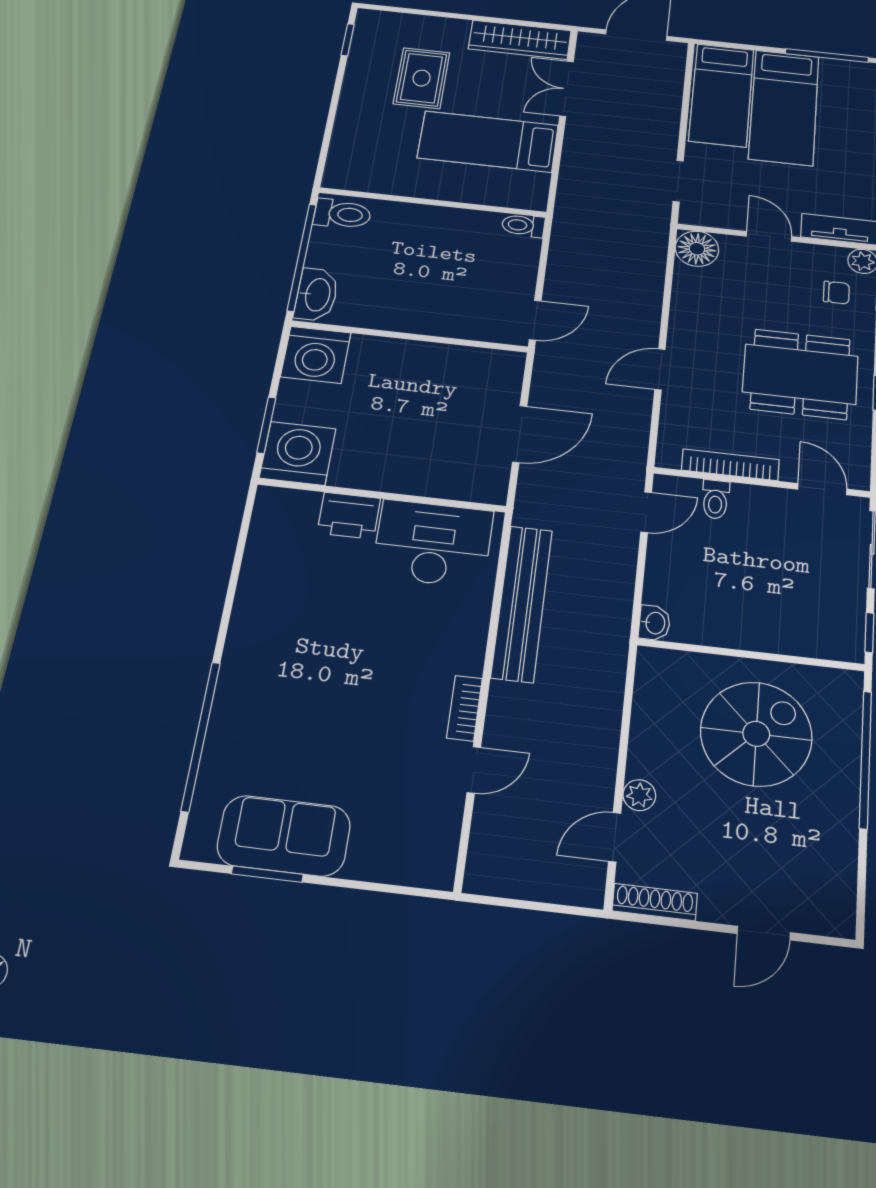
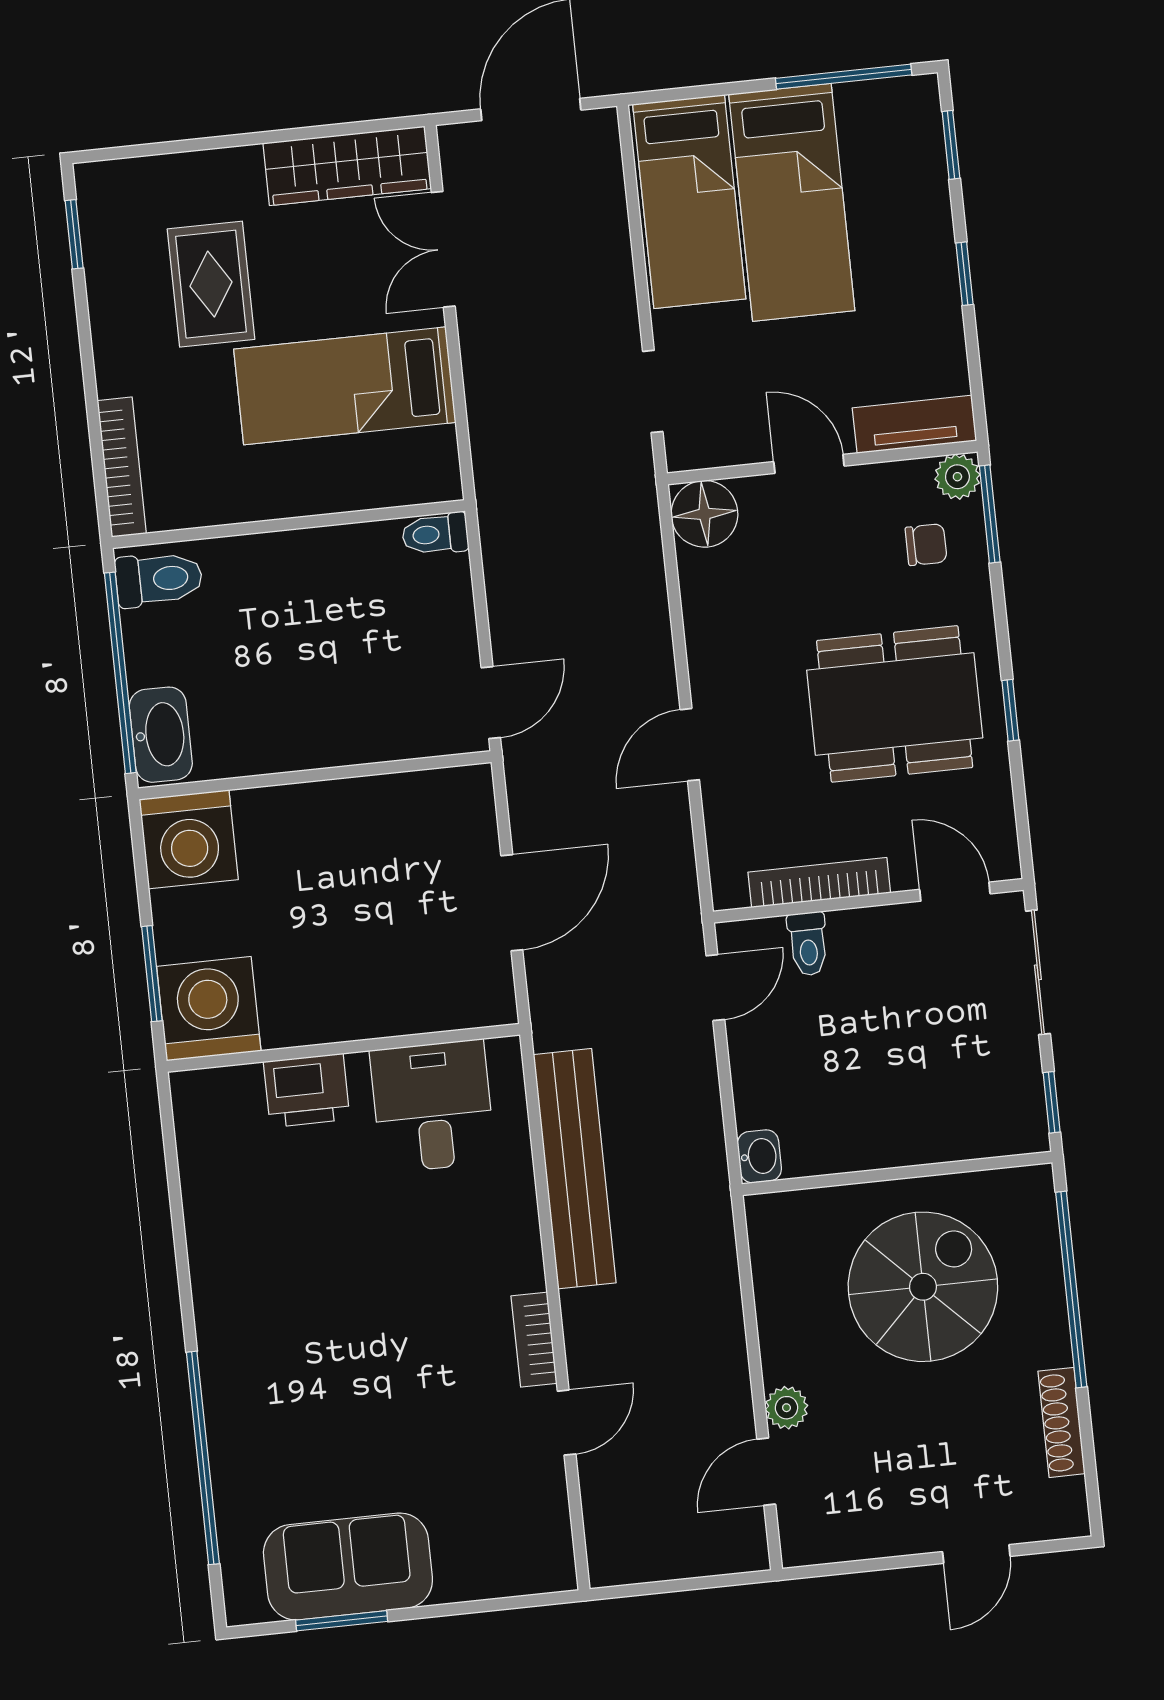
bookcase: (338, 154) -> (122, 467), added
desk: (433, 543) -> (433, 1106), width x0.73
shoe rack: (655, 902) -> (1062, 1422), moved, turned -90

